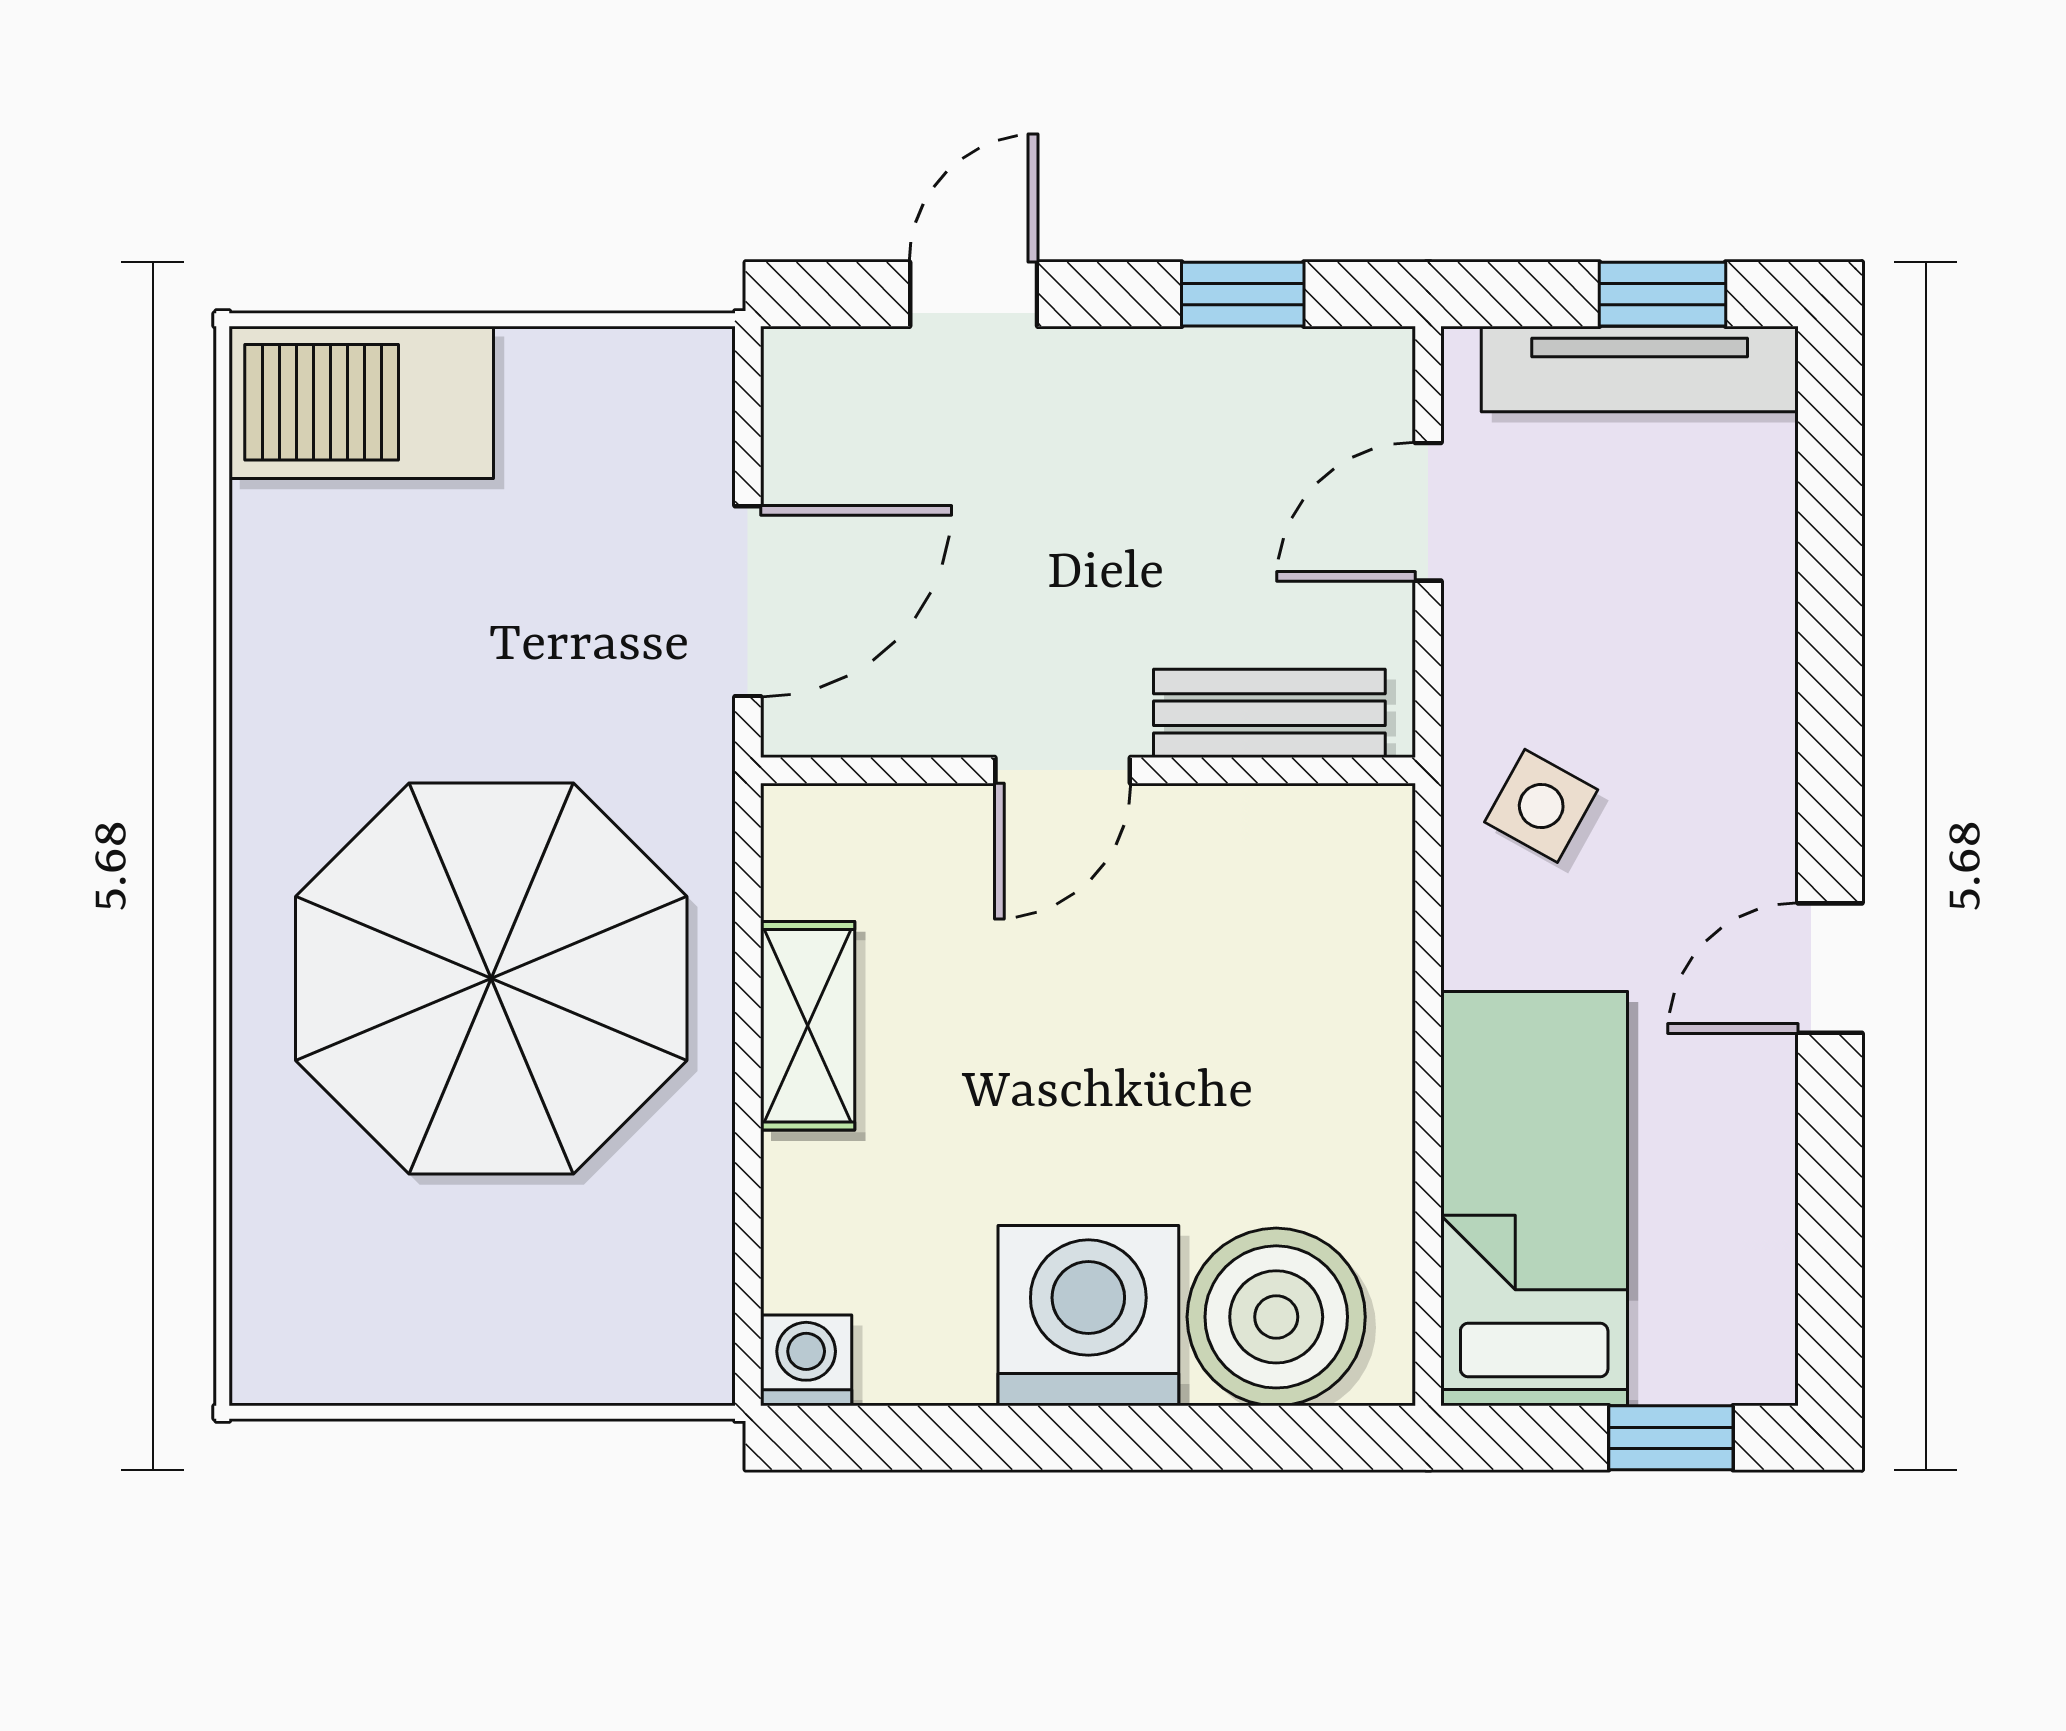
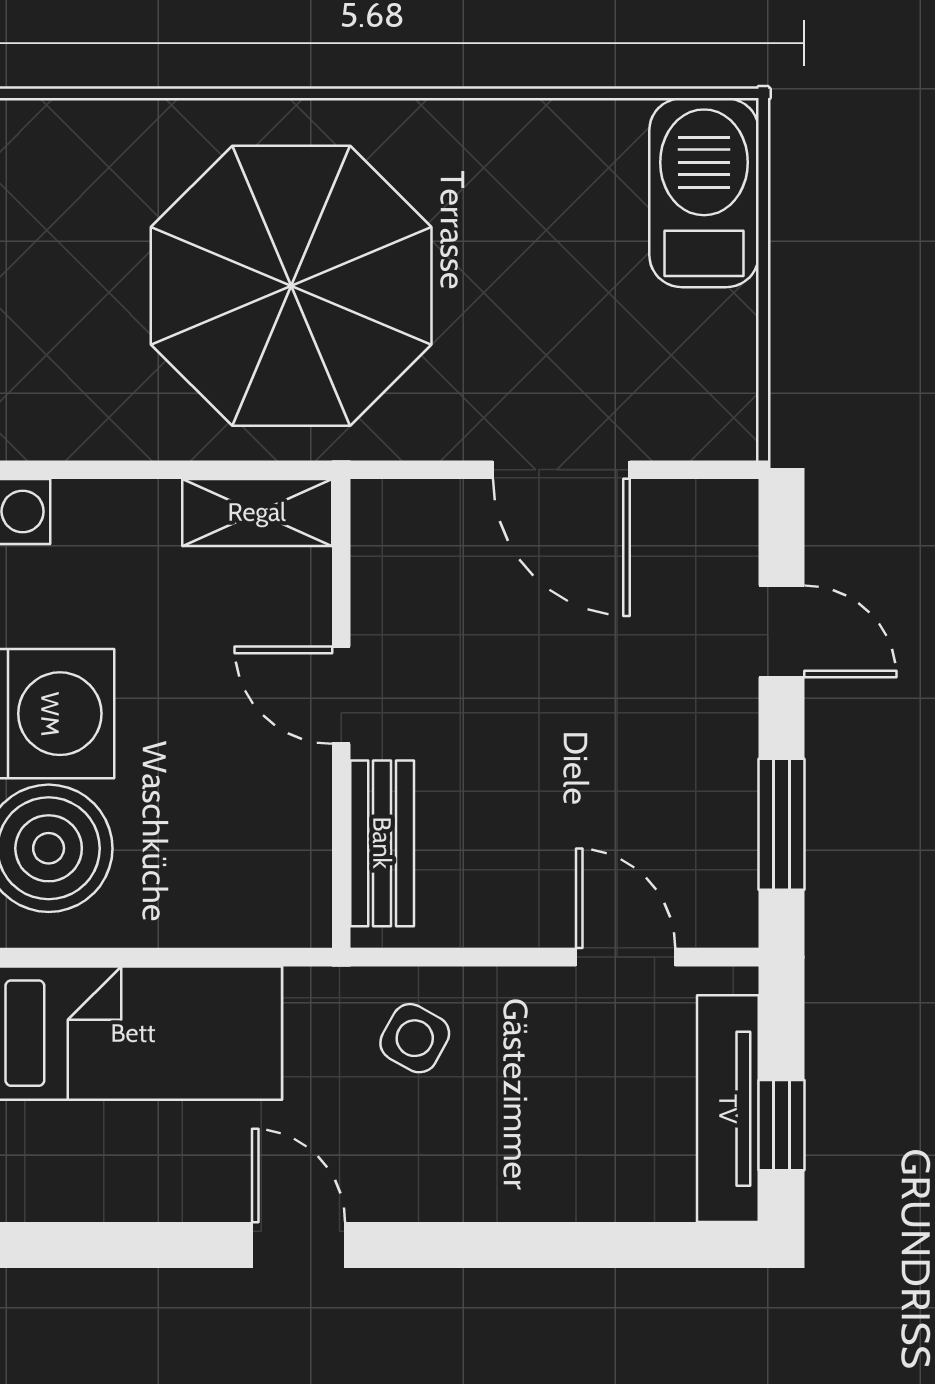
window: (1243, 294) -> (781, 824), width x1.50
bench: (1269, 713) -> (382, 843), moved
door: (1063, 770) -> (341, 695), moved
wall: (1088, 770) -> (341, 713), moved

